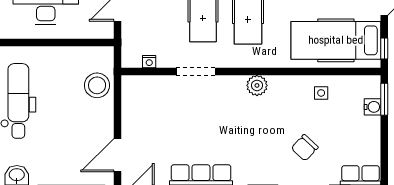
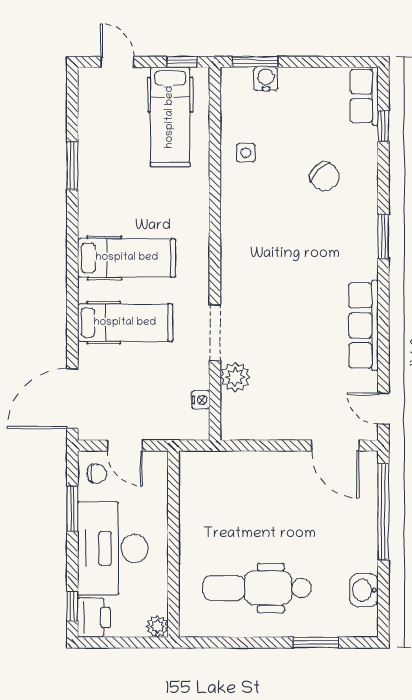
hospital bed: (336, 40) -> (170, 117), width x0.73, depth x0.78
stool: (97, 85) -> (235, 475), removed
plant: (257, 85) -> (235, 377), moved

